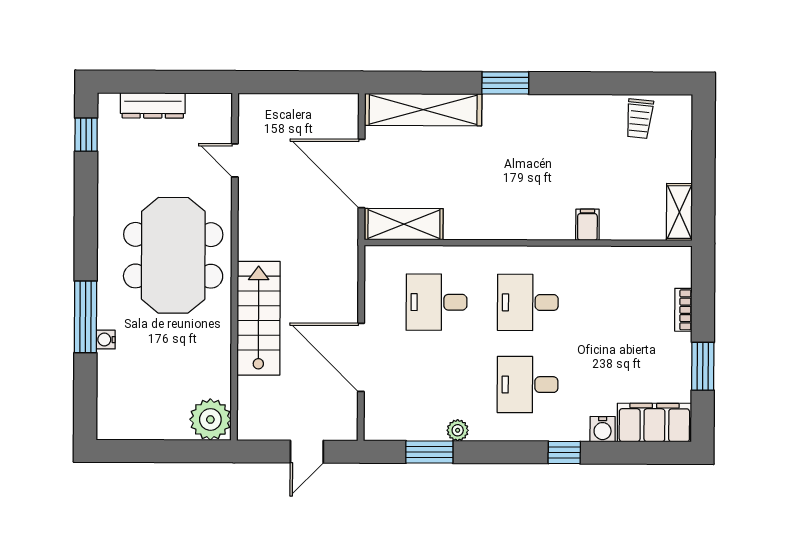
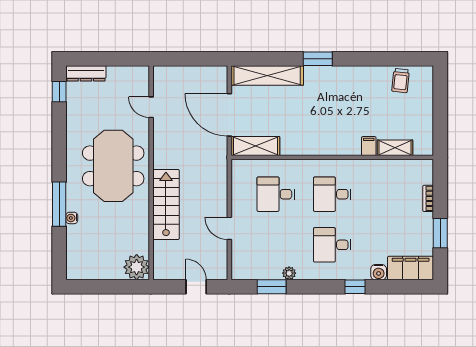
dresser: (153, 105) -> (86, 73), moved
shelving: (679, 212) -> (395, 148), moved, turned 90
door: (361, 357) -> (229, 228), width x0.53
door: (307, 452) -> (196, 287), swing flipped

